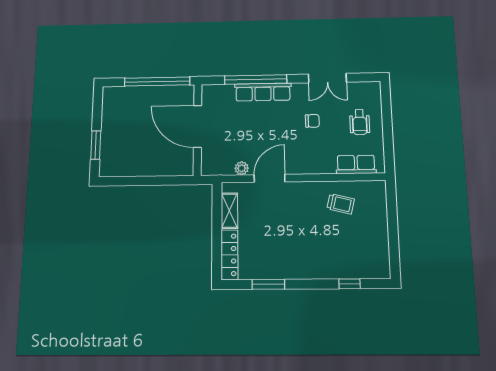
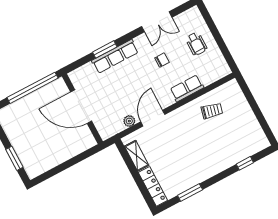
window: (256, 80) -> (105, 49), width x0.47
row of seats: (356, 164) -> (187, 88), moved

